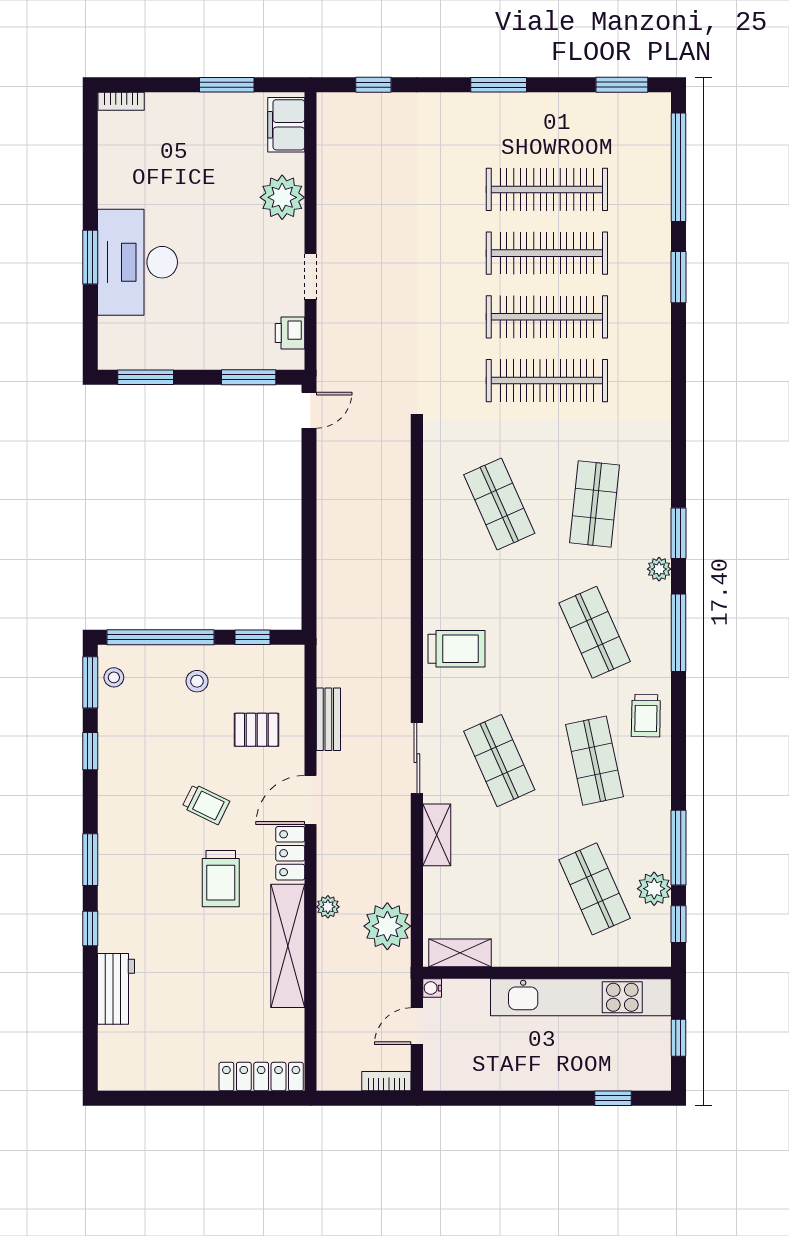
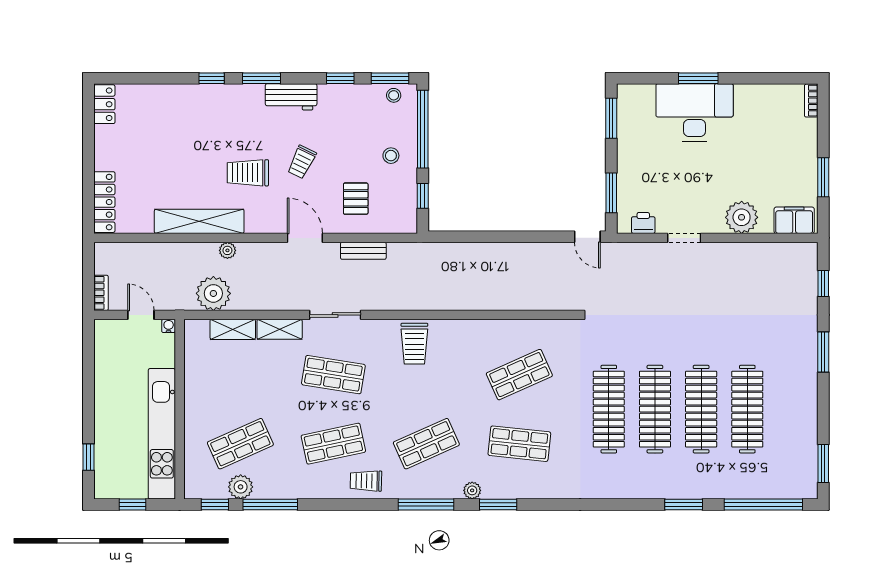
window: (499, 85) -> (823, 352), moved
shop shelf: (499, 761) -> (333, 375), turned 33
locker: (290, 853) -> (104, 104), moved, turned 90
shelving: (460, 953) -> (233, 329), moved, turned 90
workbench: (116, 989) -> (291, 97), moved

